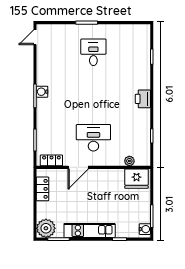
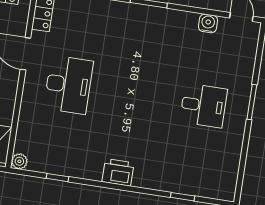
water cooler: (42, 92) -> (208, 23), moved
plant: (129, 161) -> (19, 161), moved

